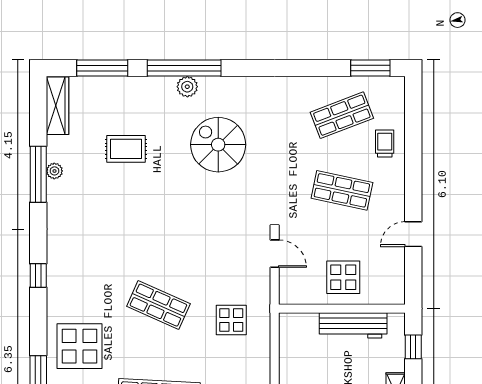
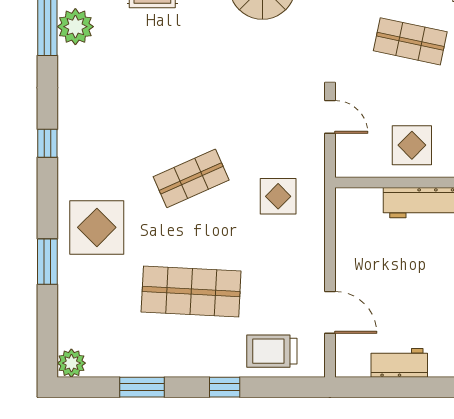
plant: (54, 171) -> (75, 27), width x1.87, depth x1.87
shop shelf: (158, 305) -> (191, 178), turned -48

